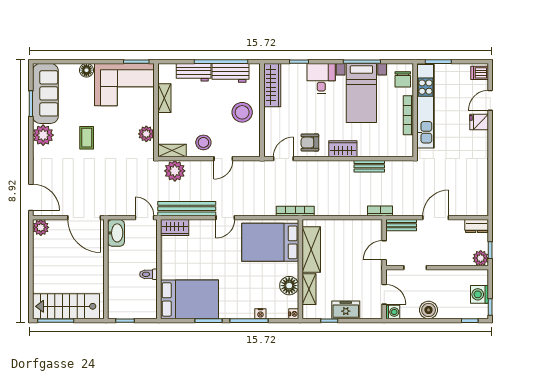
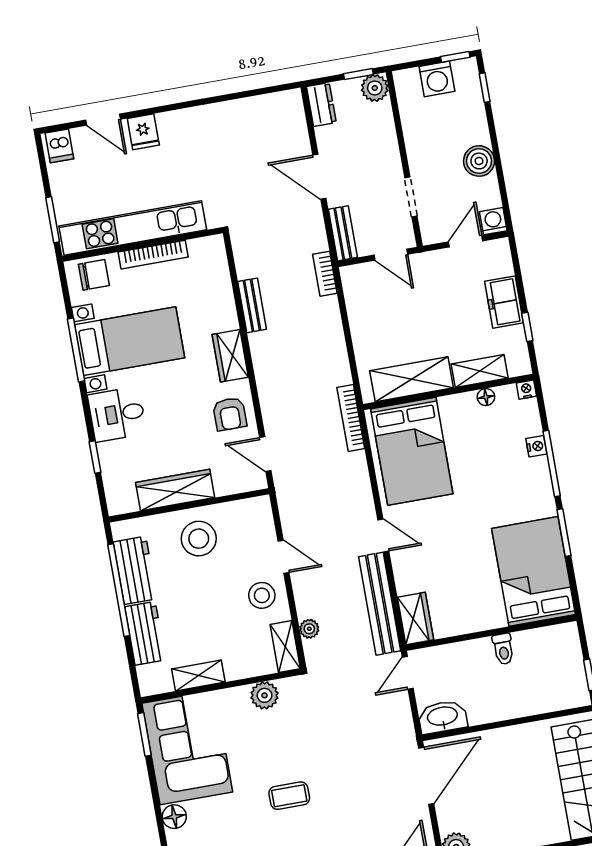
wardrobe: (272, 85) -> (175, 490), moved
plant: (175, 171) -> (309, 629), width x0.53, depth x0.53
floor lamp: (289, 286) -> (486, 397), width x0.53, depth x0.53

